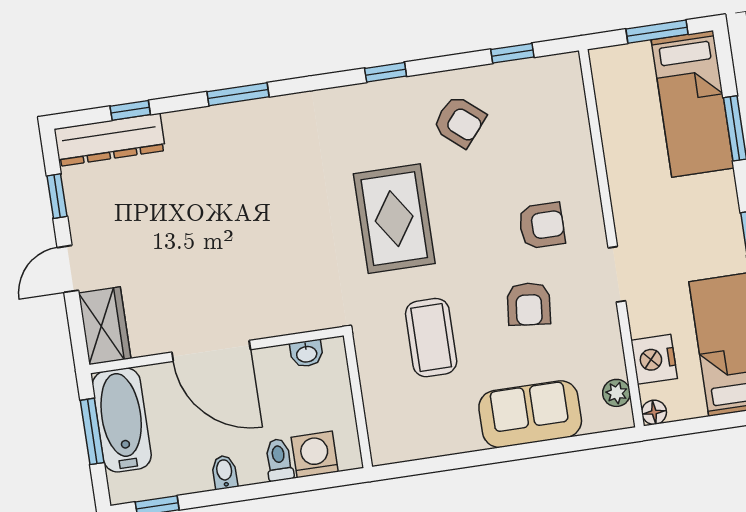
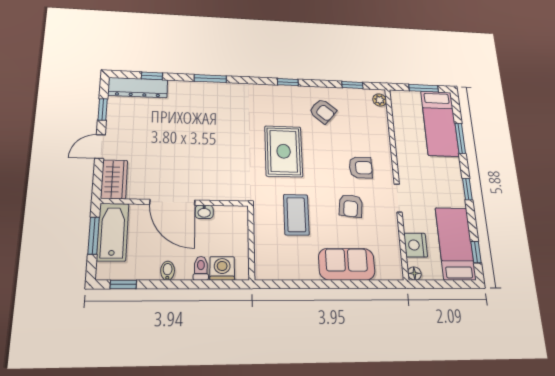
washbasin: (307, 354) -> (204, 212), moved
plant: (616, 393) -> (380, 100), moved

